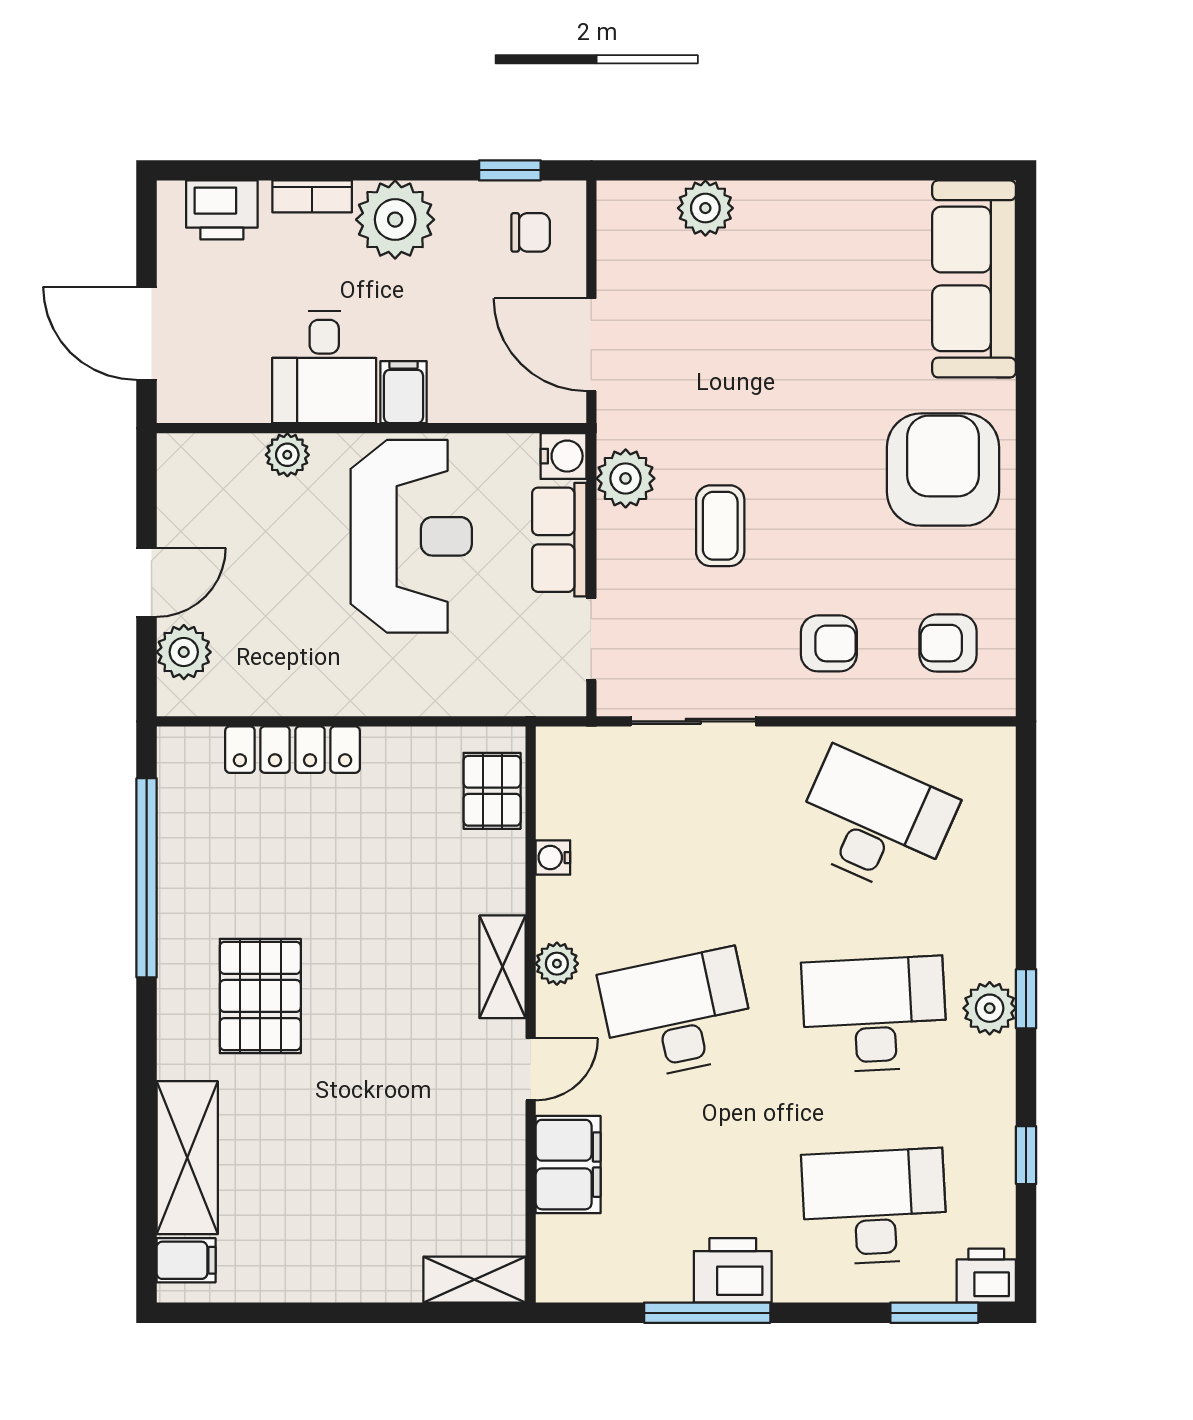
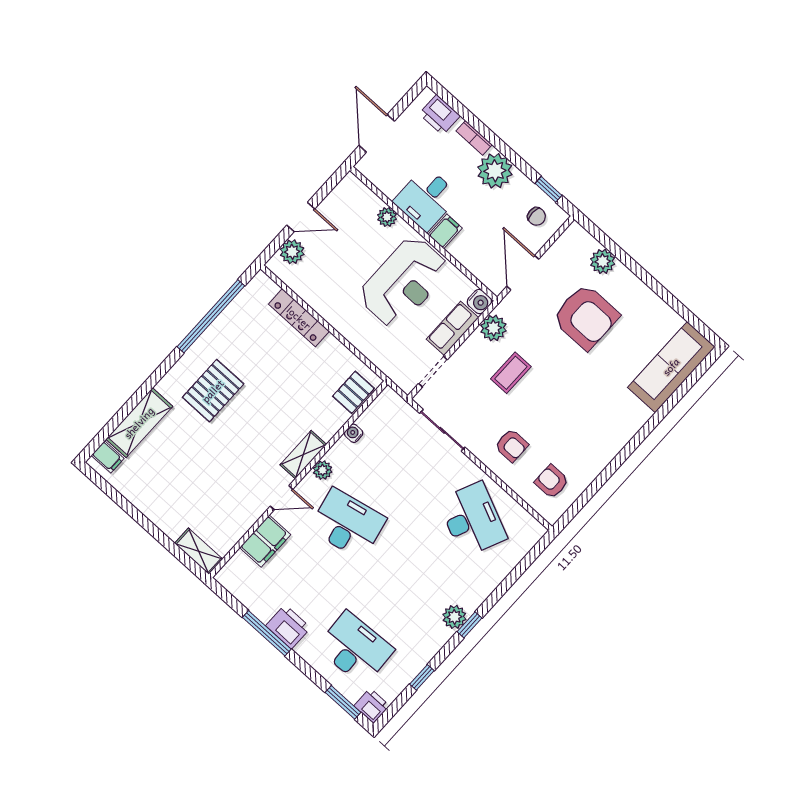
armchair: (943, 470) -> (586, 317), moved, turned 90
desk: (874, 1014) -> (414, 584), removed

